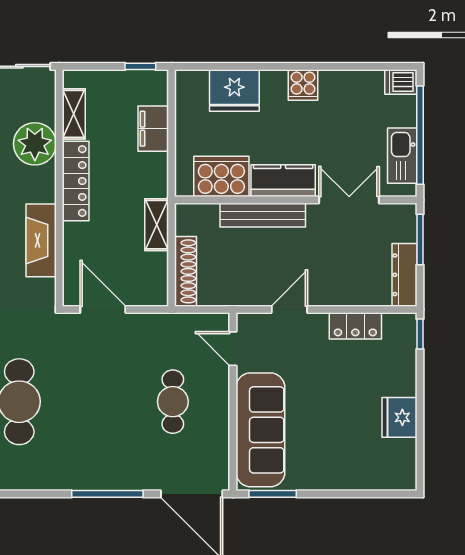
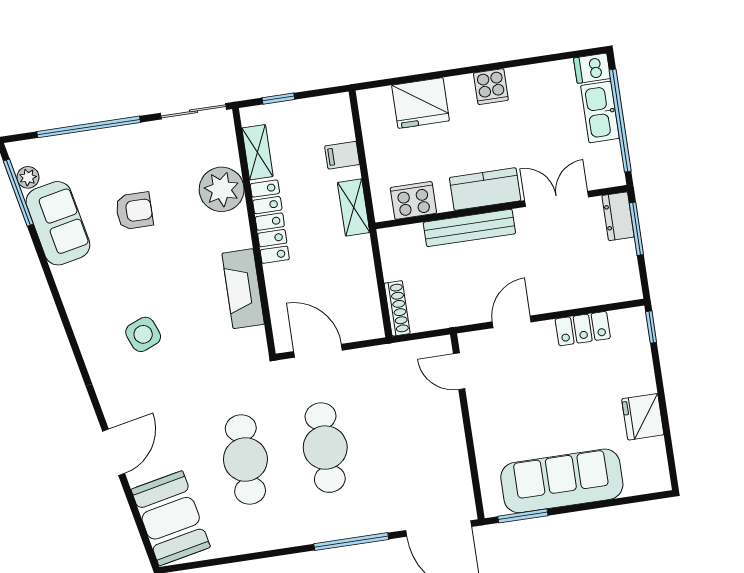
window: (140, 66) -> (278, 99), moved
filing cabinet: (153, 129) -> (342, 155), width x0.50
kitchen sink: (402, 156) -> (600, 112), moved
cooker: (221, 176) -> (413, 200), width x0.73, depth x0.76
shelving: (157, 225) -> (354, 207), moved
shoe rack: (185, 271) -> (397, 308), width x0.74, depth x0.81
dresser: (404, 275) -> (618, 216), moved, width x0.70
cafe table: (173, 402) -> (325, 448), moved, width x1.37, depth x1.35
sofa: (260, 430) -> (562, 481), moved, turned -90

